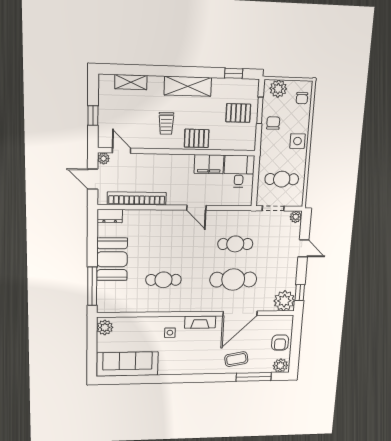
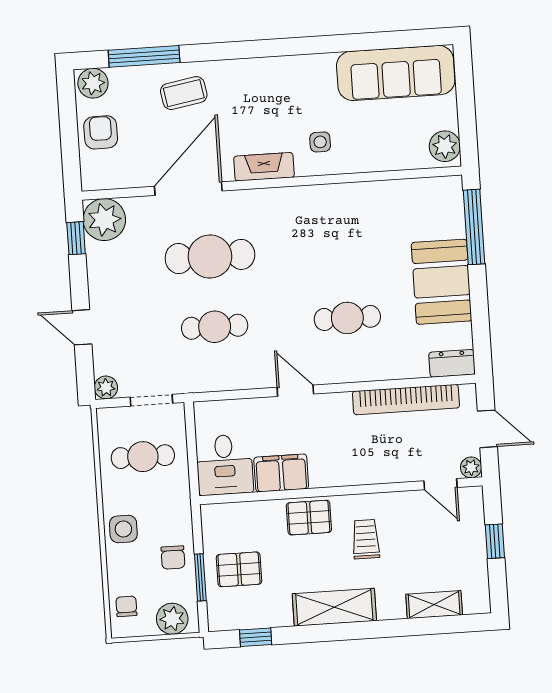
cafe table: (163, 280) -> (347, 318), moved

